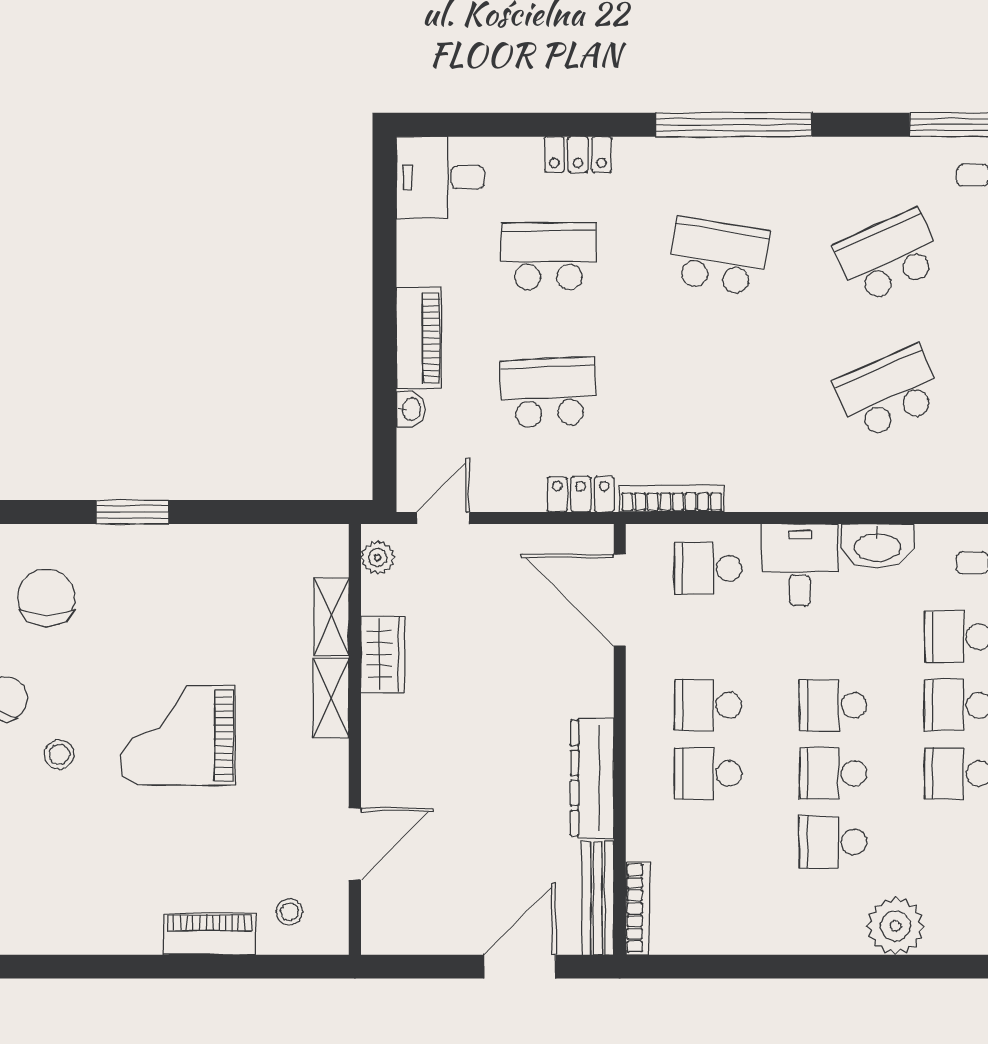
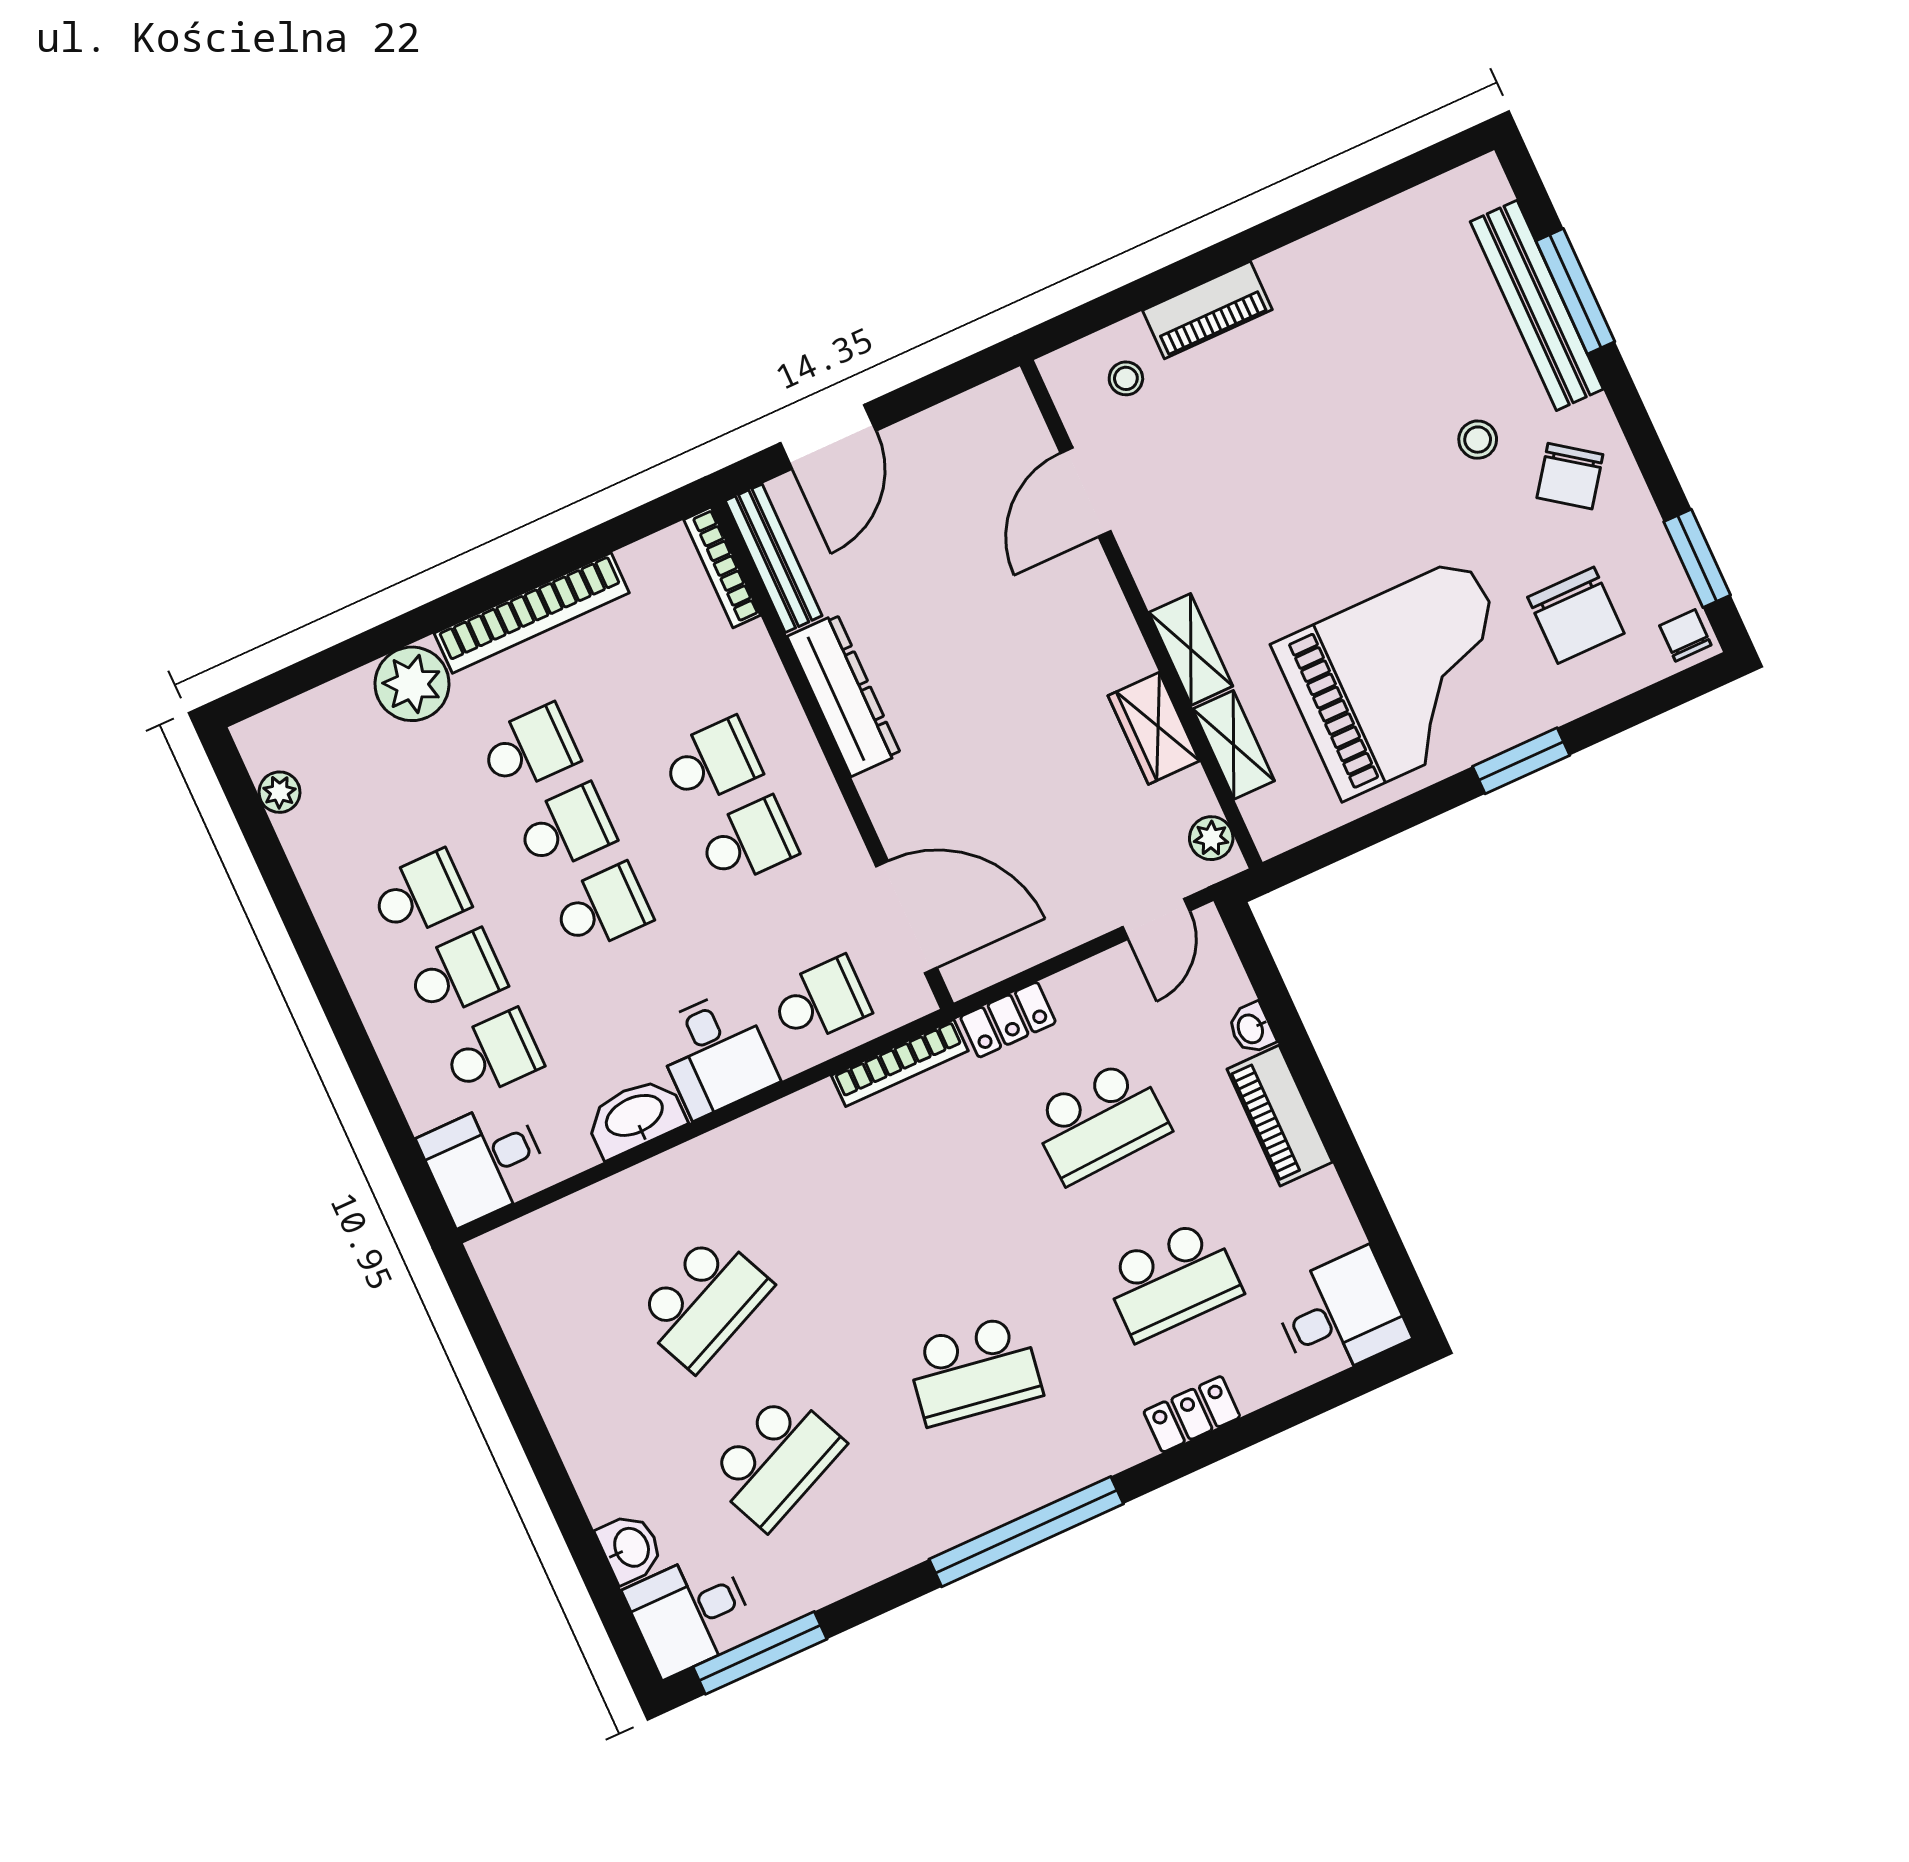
grand piano: (178, 735) -> (1405, 678), moved, width x1.37, depth x1.48
bookcase: (788, 938) -> (532, 613), added

